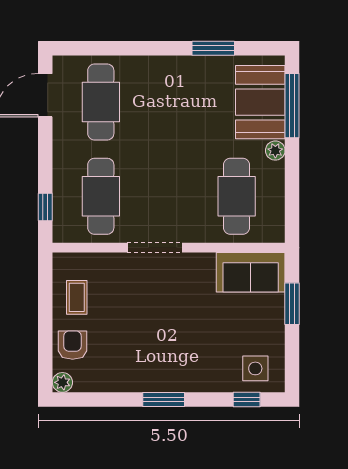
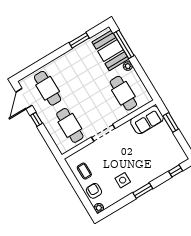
window: (45, 207) -> (36, 119), moved
side table: (255, 368) -> (123, 180), moved

